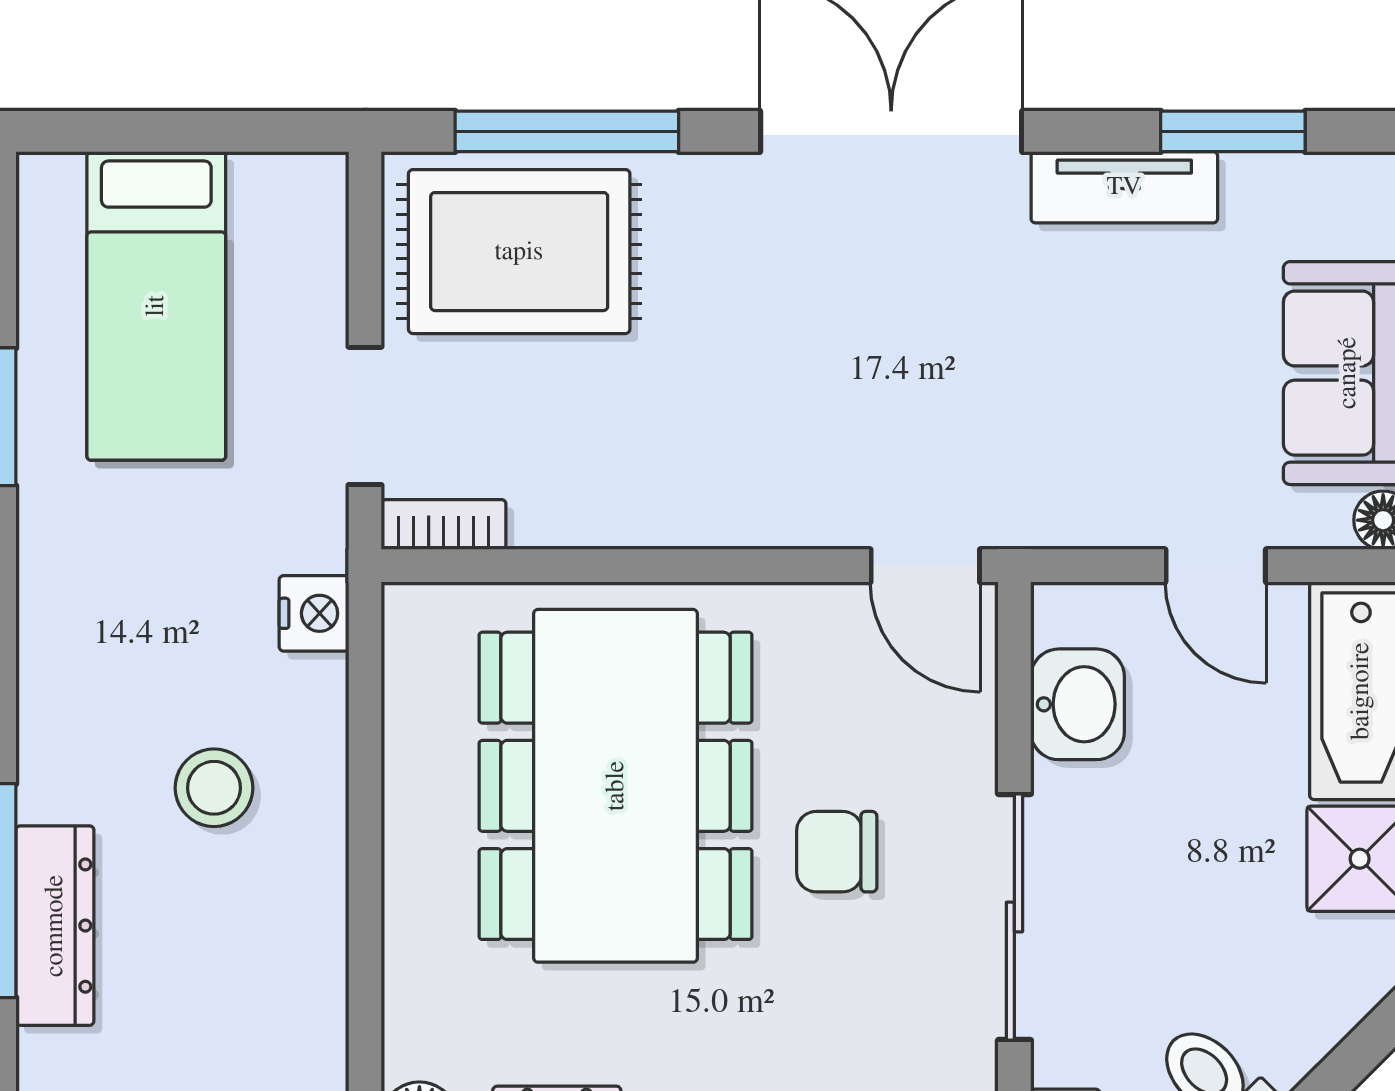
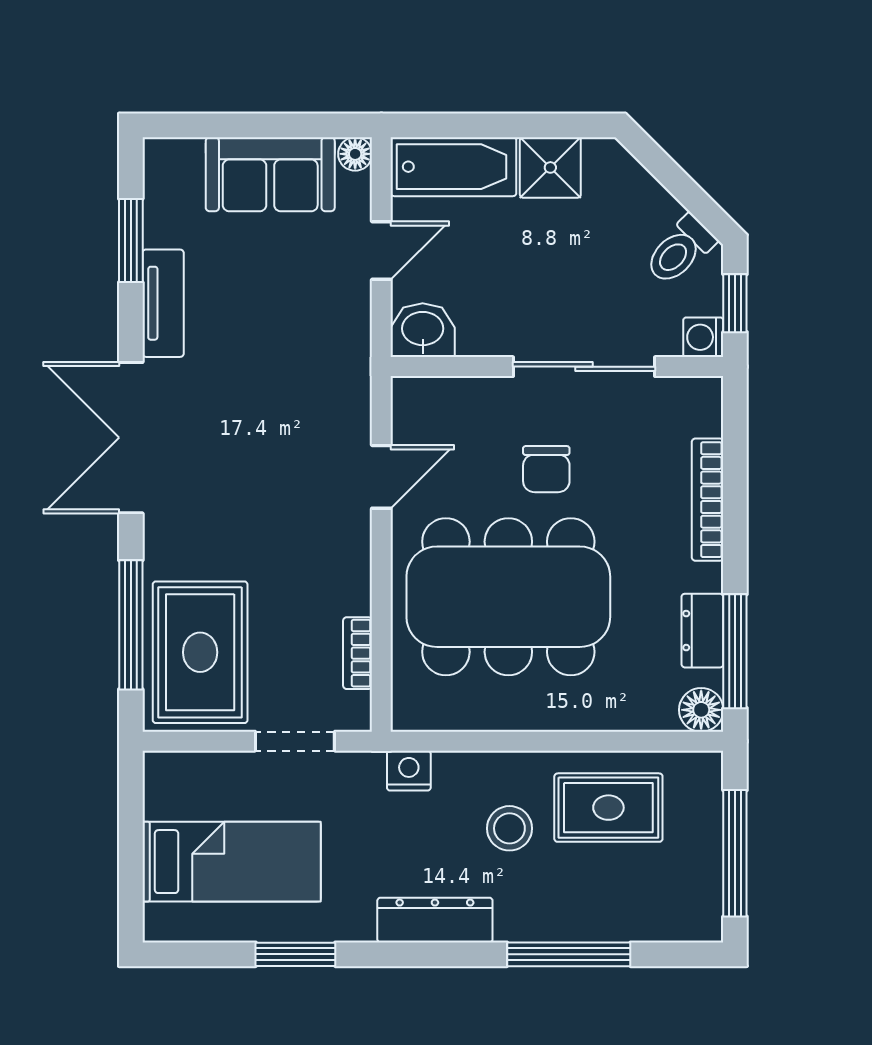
bookcase: (444, 525) -> (358, 653), moved
door: (925, 566) -> (381, 477), moved
washbasin: (1078, 704) -> (423, 330), moved
dresser: (55, 926) -> (435, 920), moved
rug: (250, 959) -> (608, 808), added

